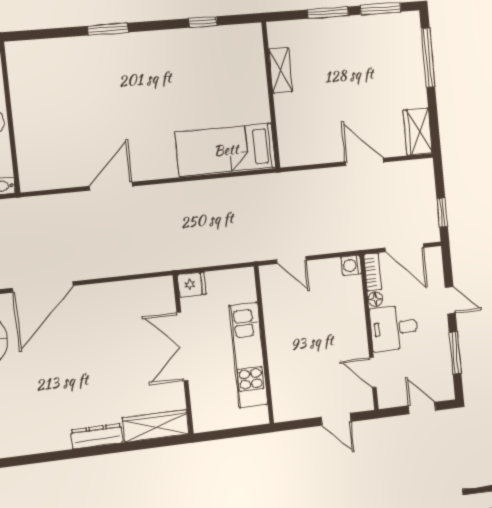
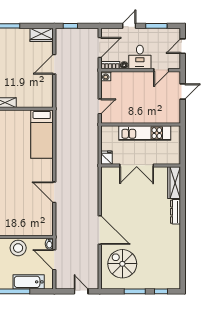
window: (442, 212) -> (70, 26), moved

